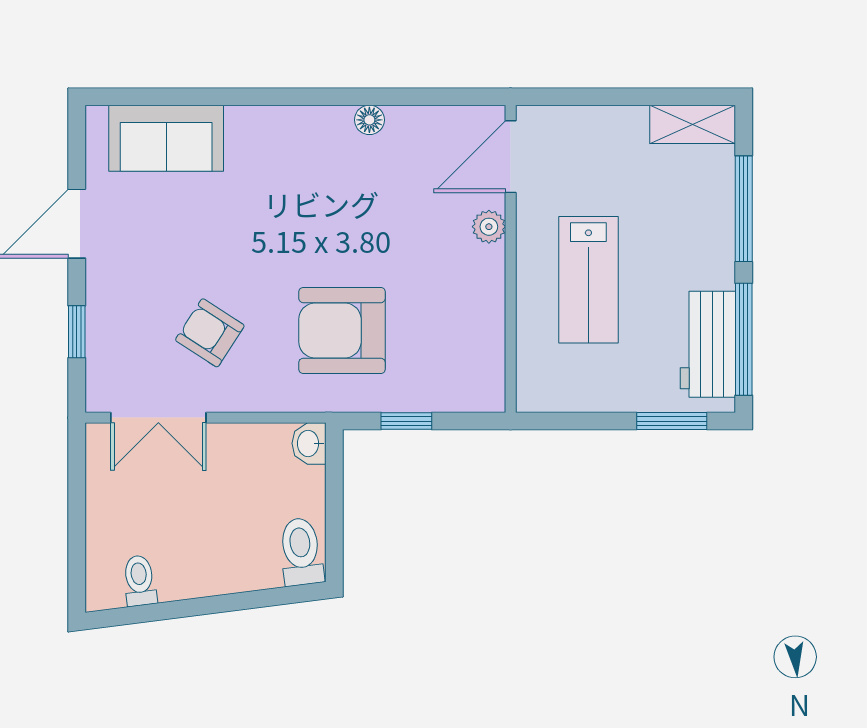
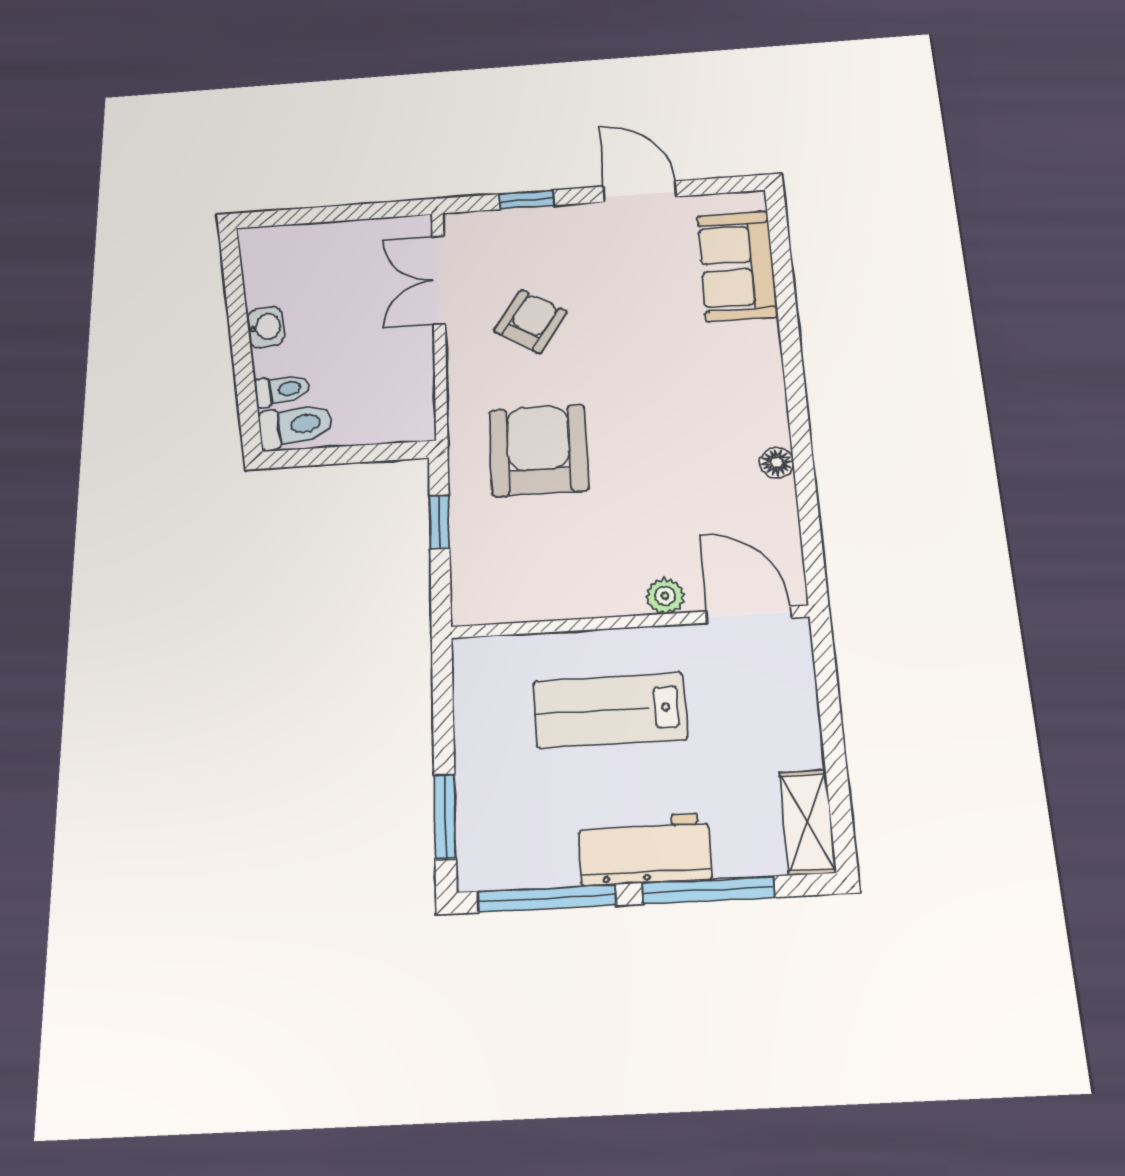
workbench: (708, 344) -> (645, 849), moved
washbasin: (309, 443) -> (266, 327), moved, turned 83
toilet: (140, 581) -> (282, 390), moved

